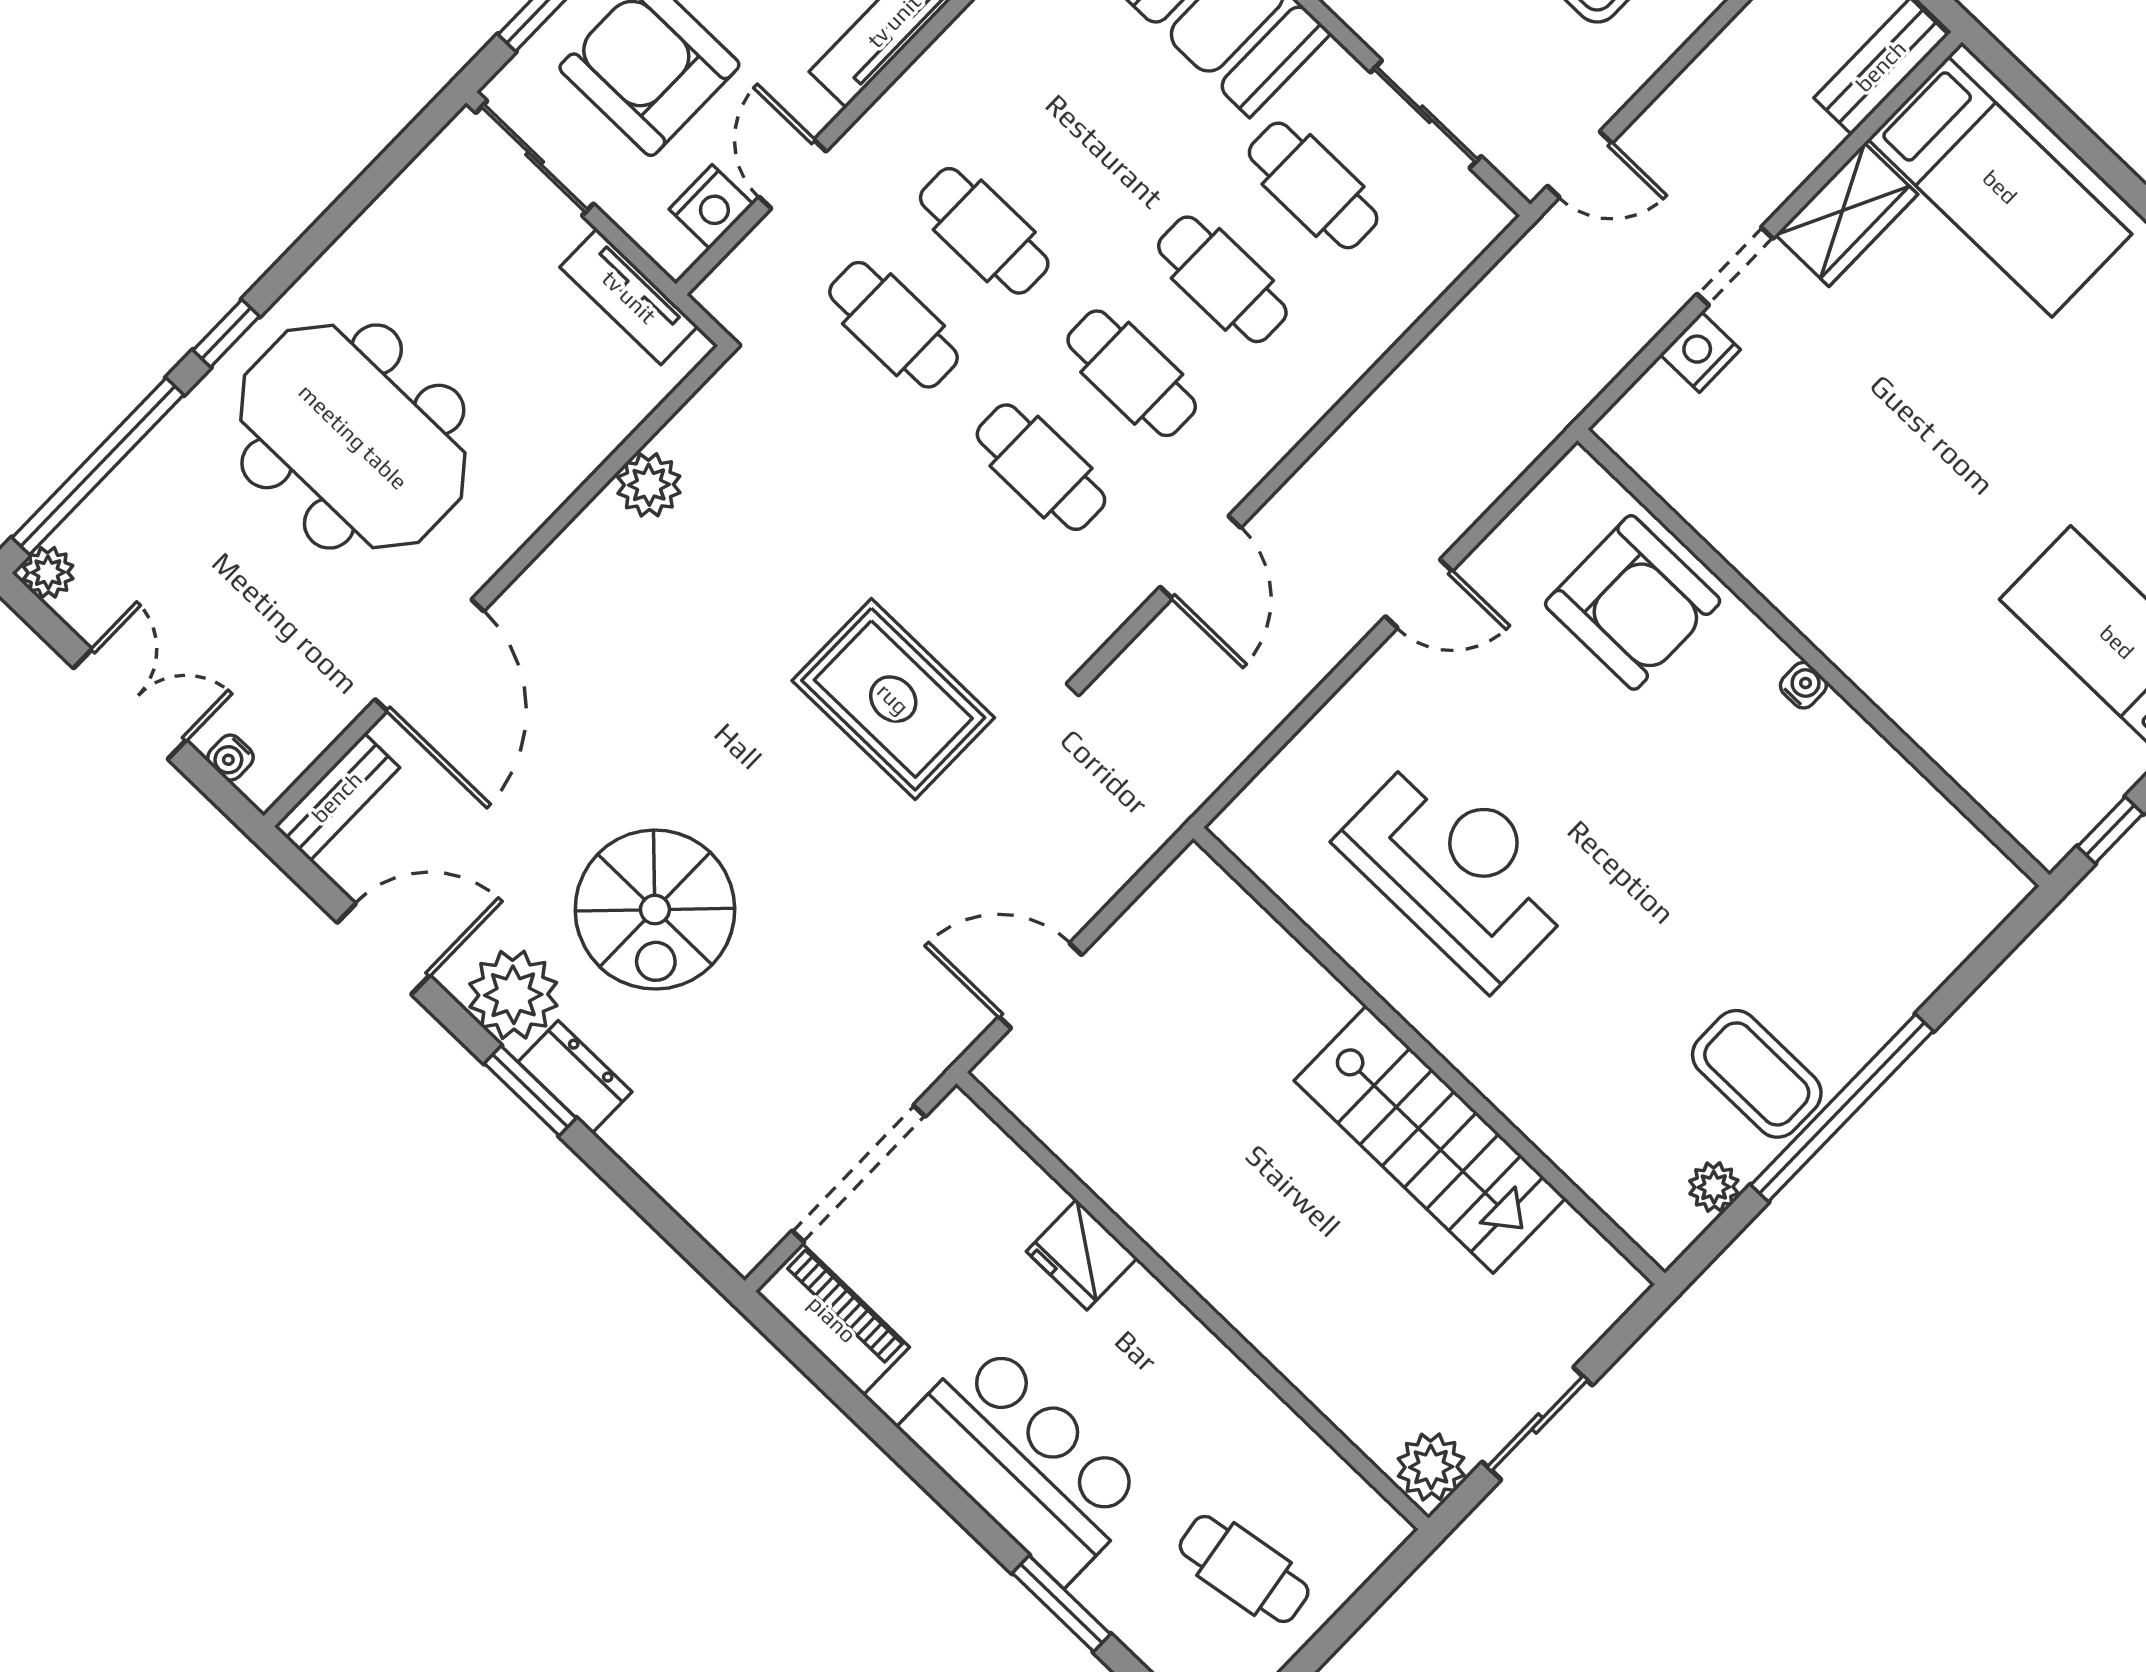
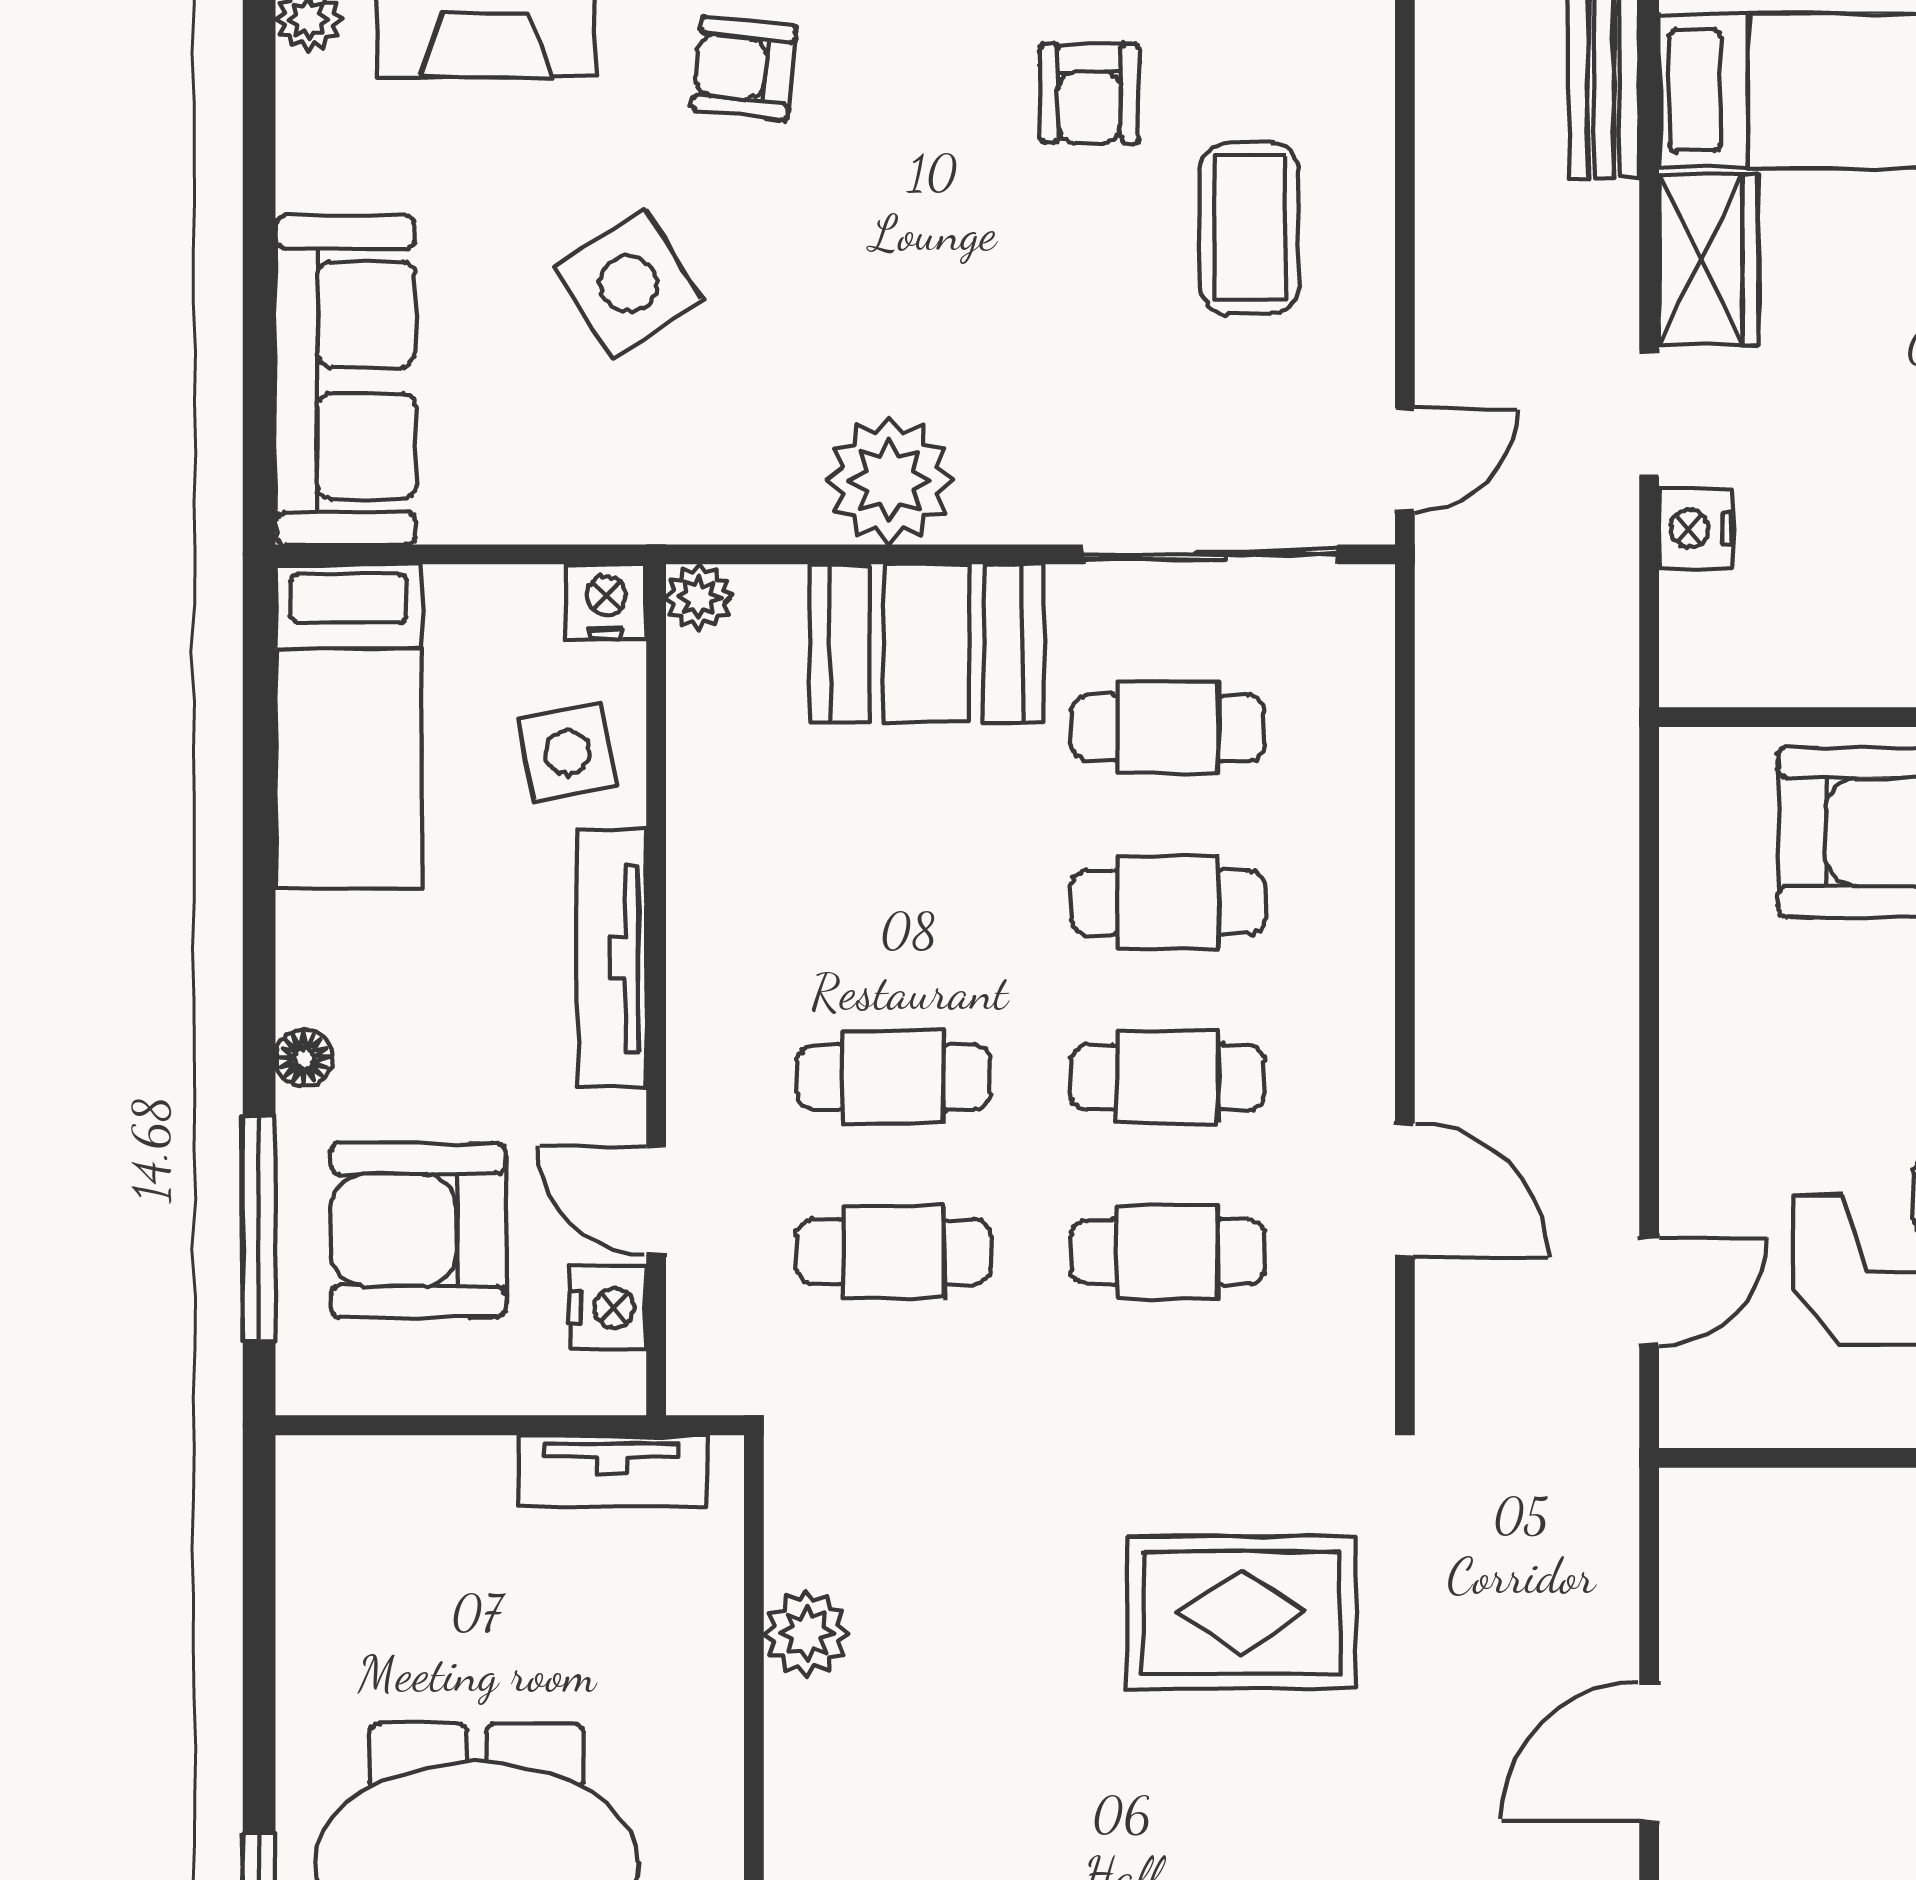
sliding door: (1426, 114) -> (1210, 554), width x1.37
sliding door: (535, 158) -> (393, 1425), removed
door: (1419, 594) -> (1649, 1292), moved

